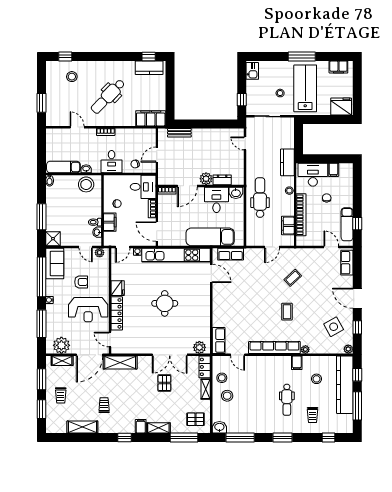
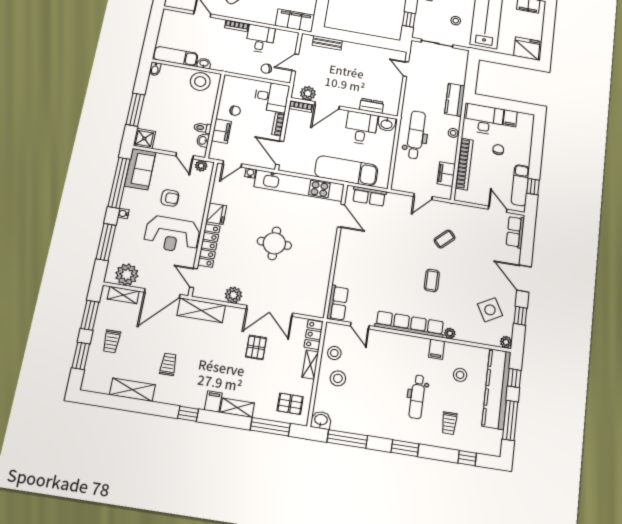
desk: (112, 162) -> (260, 39), moved, turned 180
plant: (206, 179) -> (308, 93), moved
plant: (199, 347) -> (233, 295), moved

